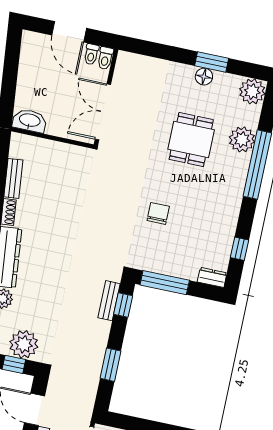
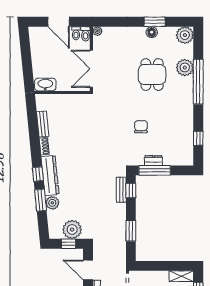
plant: (124, 58) -> (97, 31), added
dresser: (212, 277) -> (153, 161), moved

